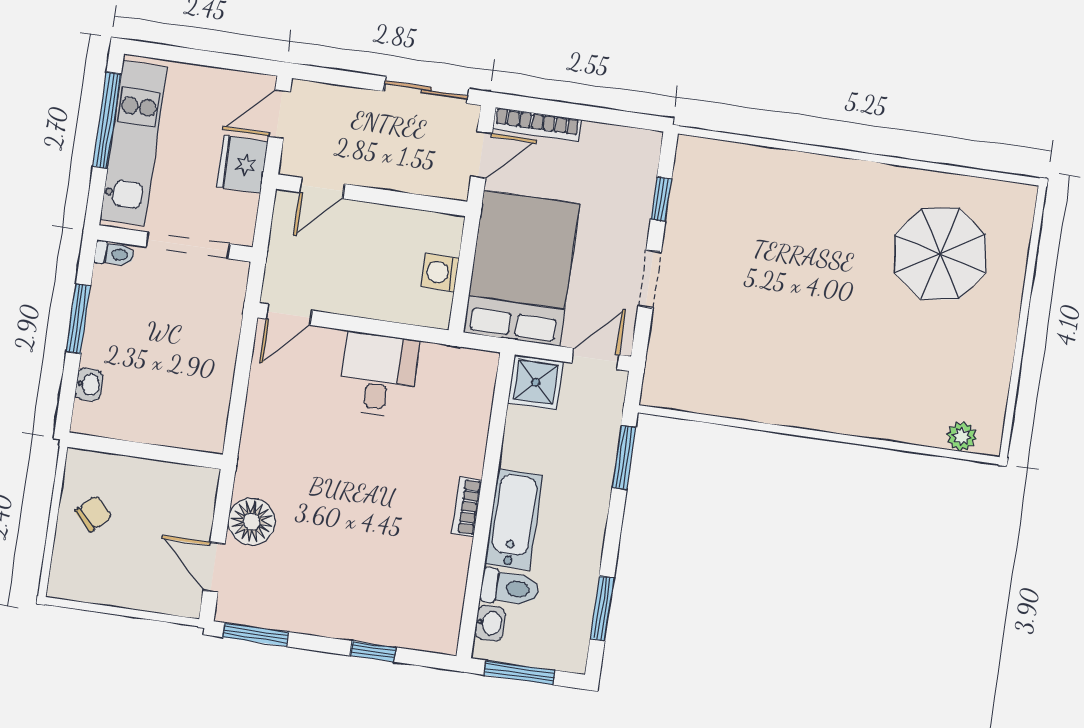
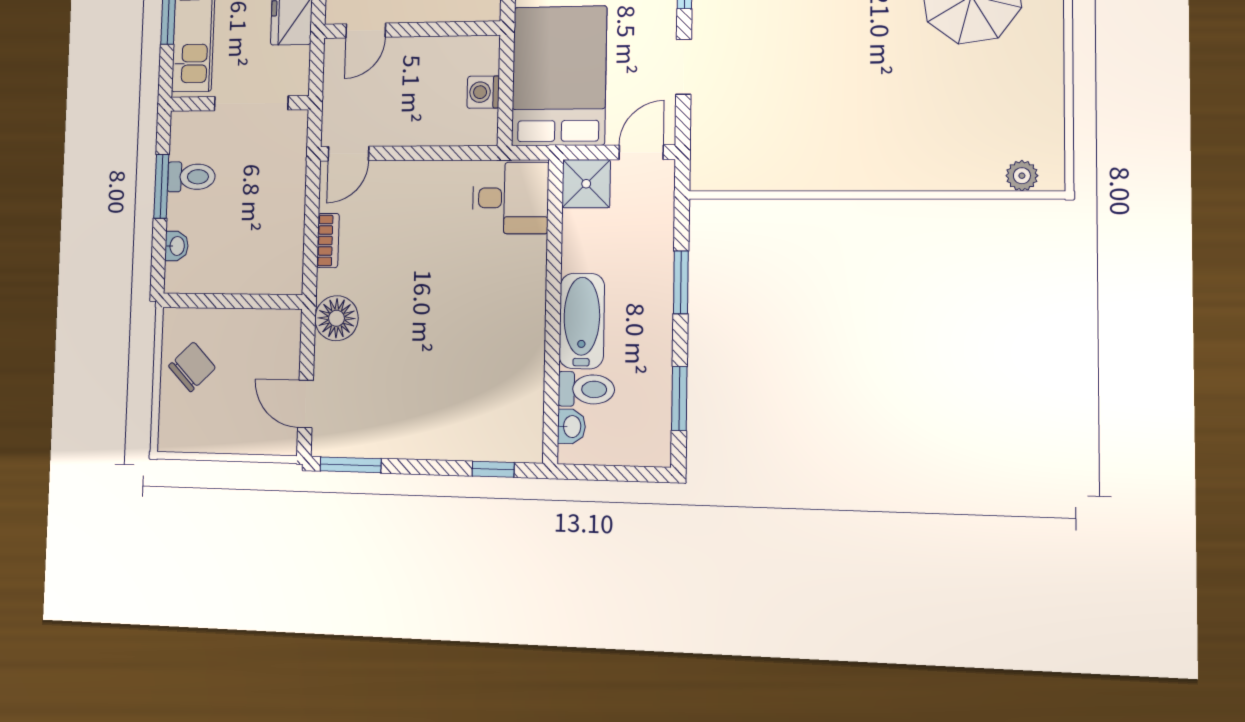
toilet: (114, 254) -> (191, 177), moved, width x1.37, depth x1.39
desk: (378, 375) -> (510, 198), moved, turned 90
window: (624, 457) -> (681, 282), moved
bookcase: (467, 507) -> (328, 240), moved, turned 180
chair: (93, 514) -> (192, 367), width x1.37, depth x1.37
floor lamp: (252, 522) -> (336, 318), moved
window: (373, 651) -> (493, 469), moved
window: (520, 673) -> (606, 473), removed

